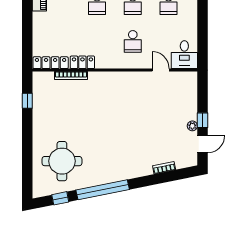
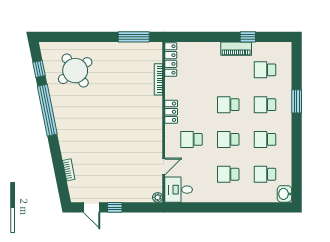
locker: (82, 62) -> (171, 112), moved
window: (27, 101) -> (134, 37), width x2.17
plant: (192, 126) -> (158, 197), moved
round table: (62, 161) -> (75, 71), turned -35

